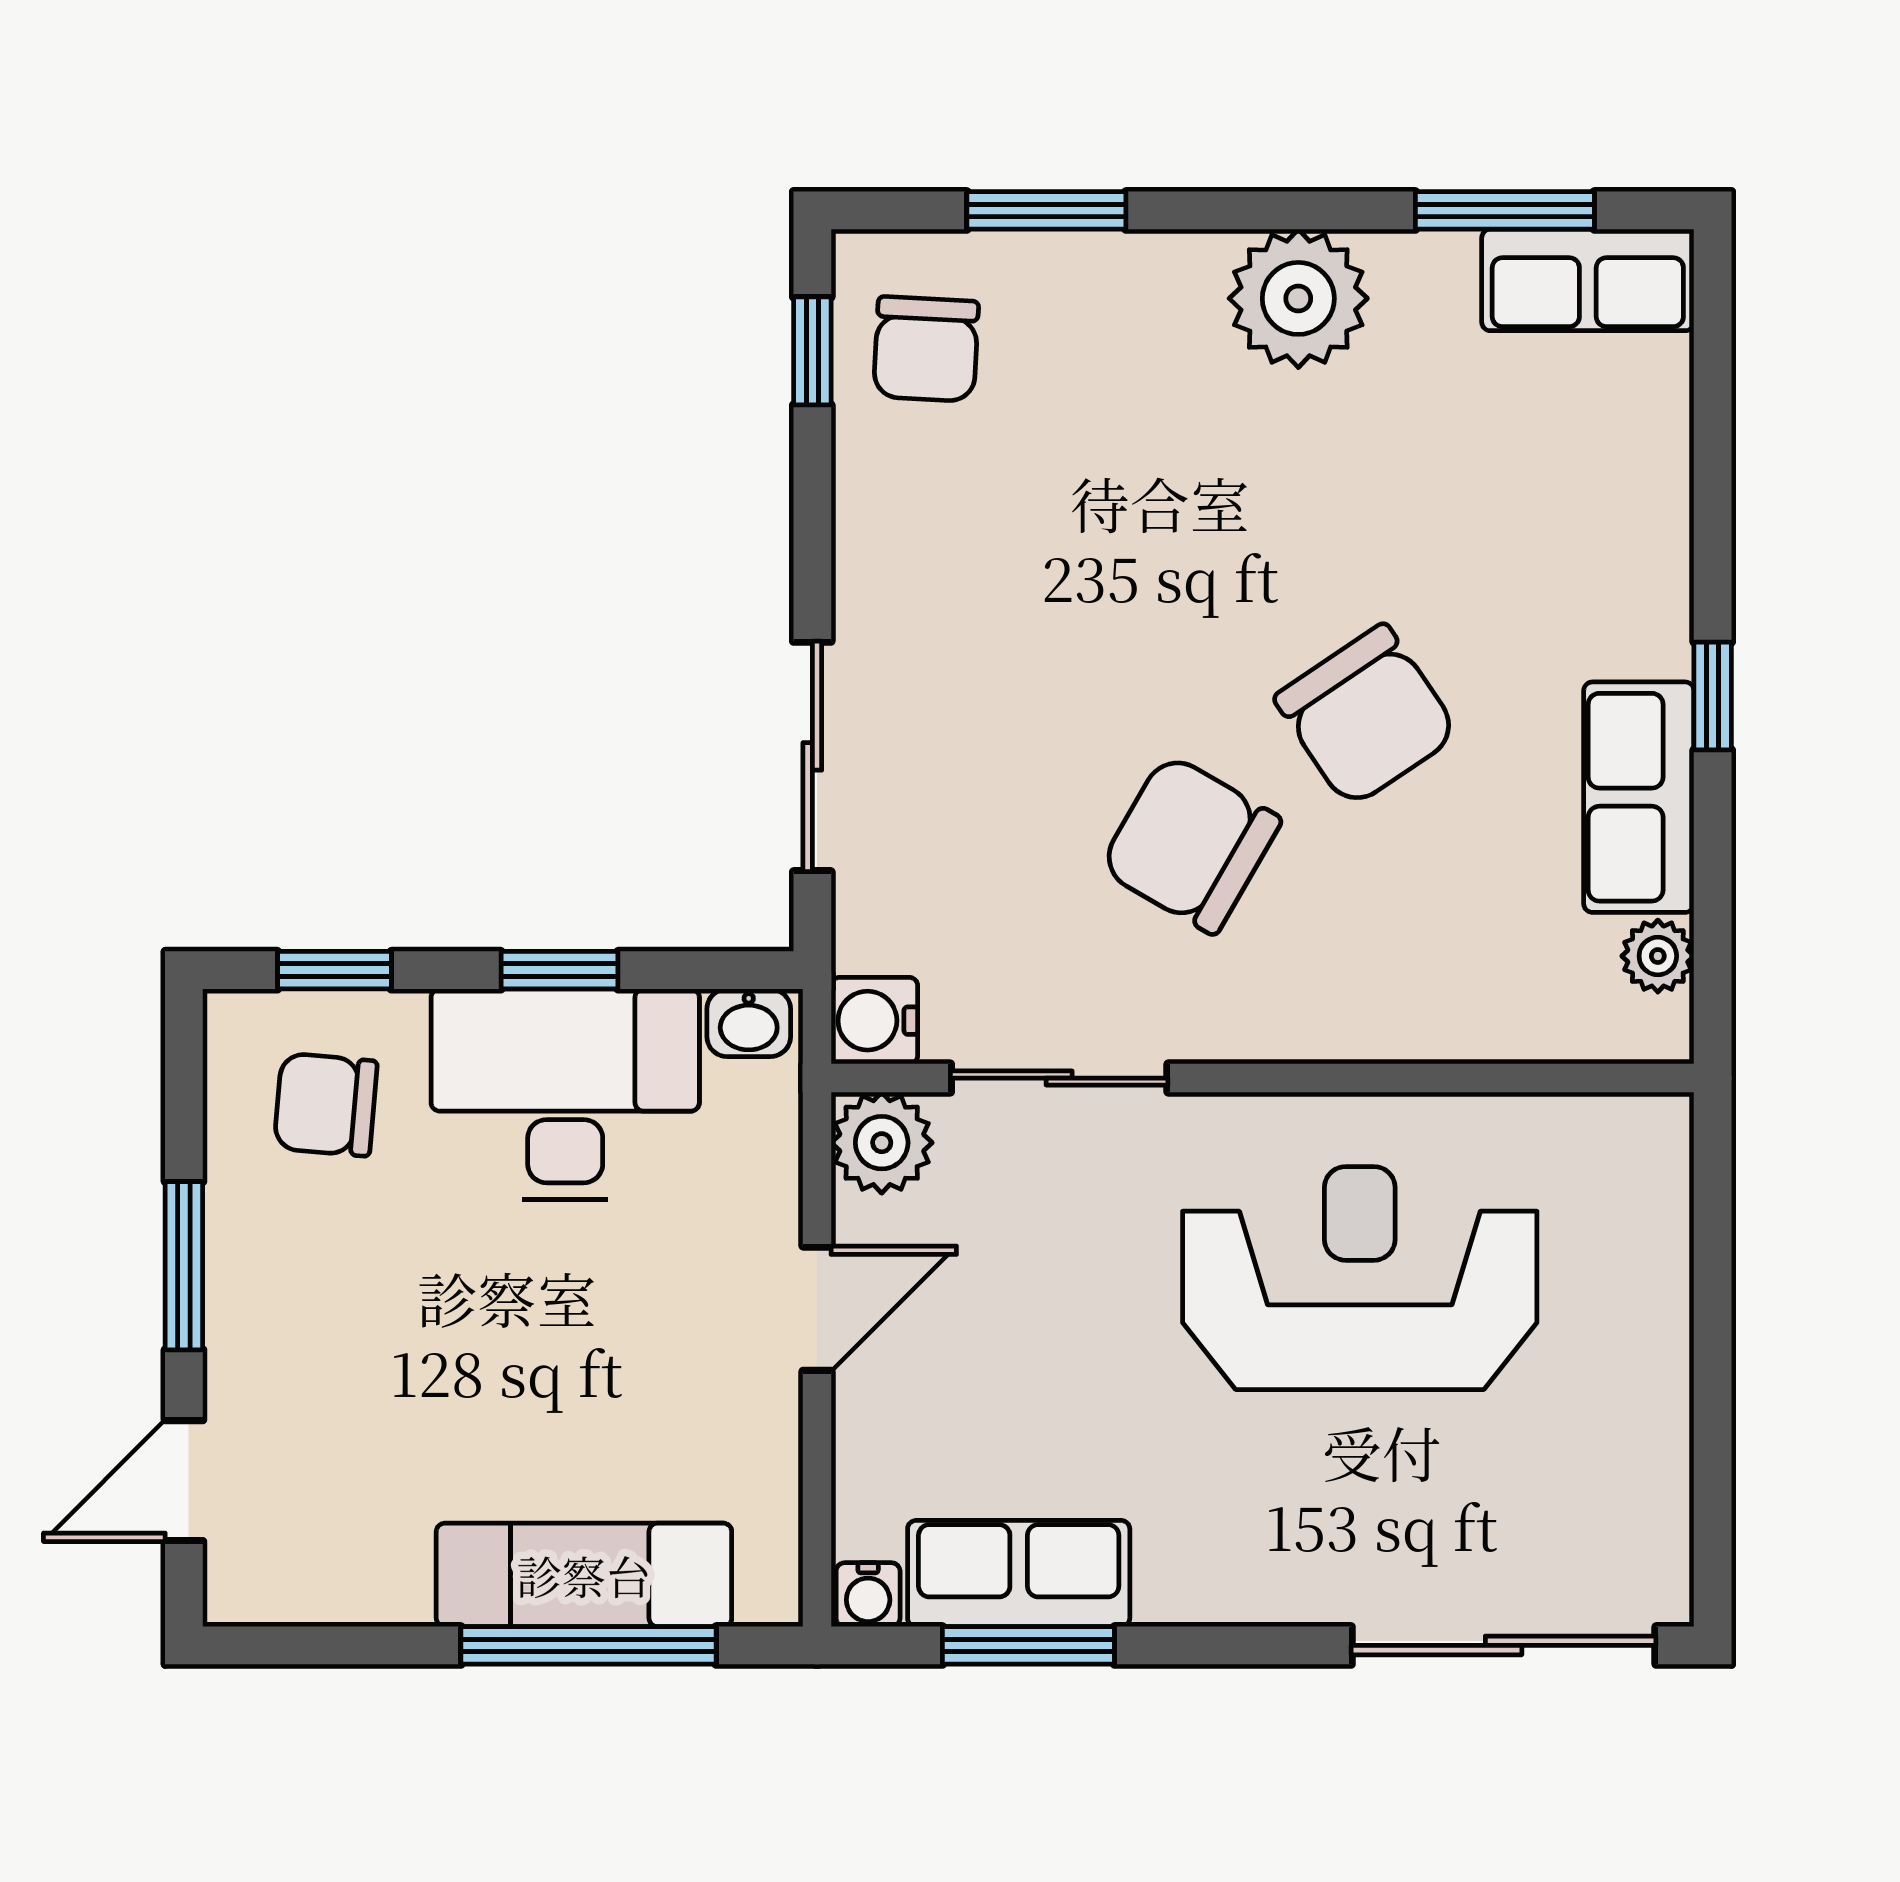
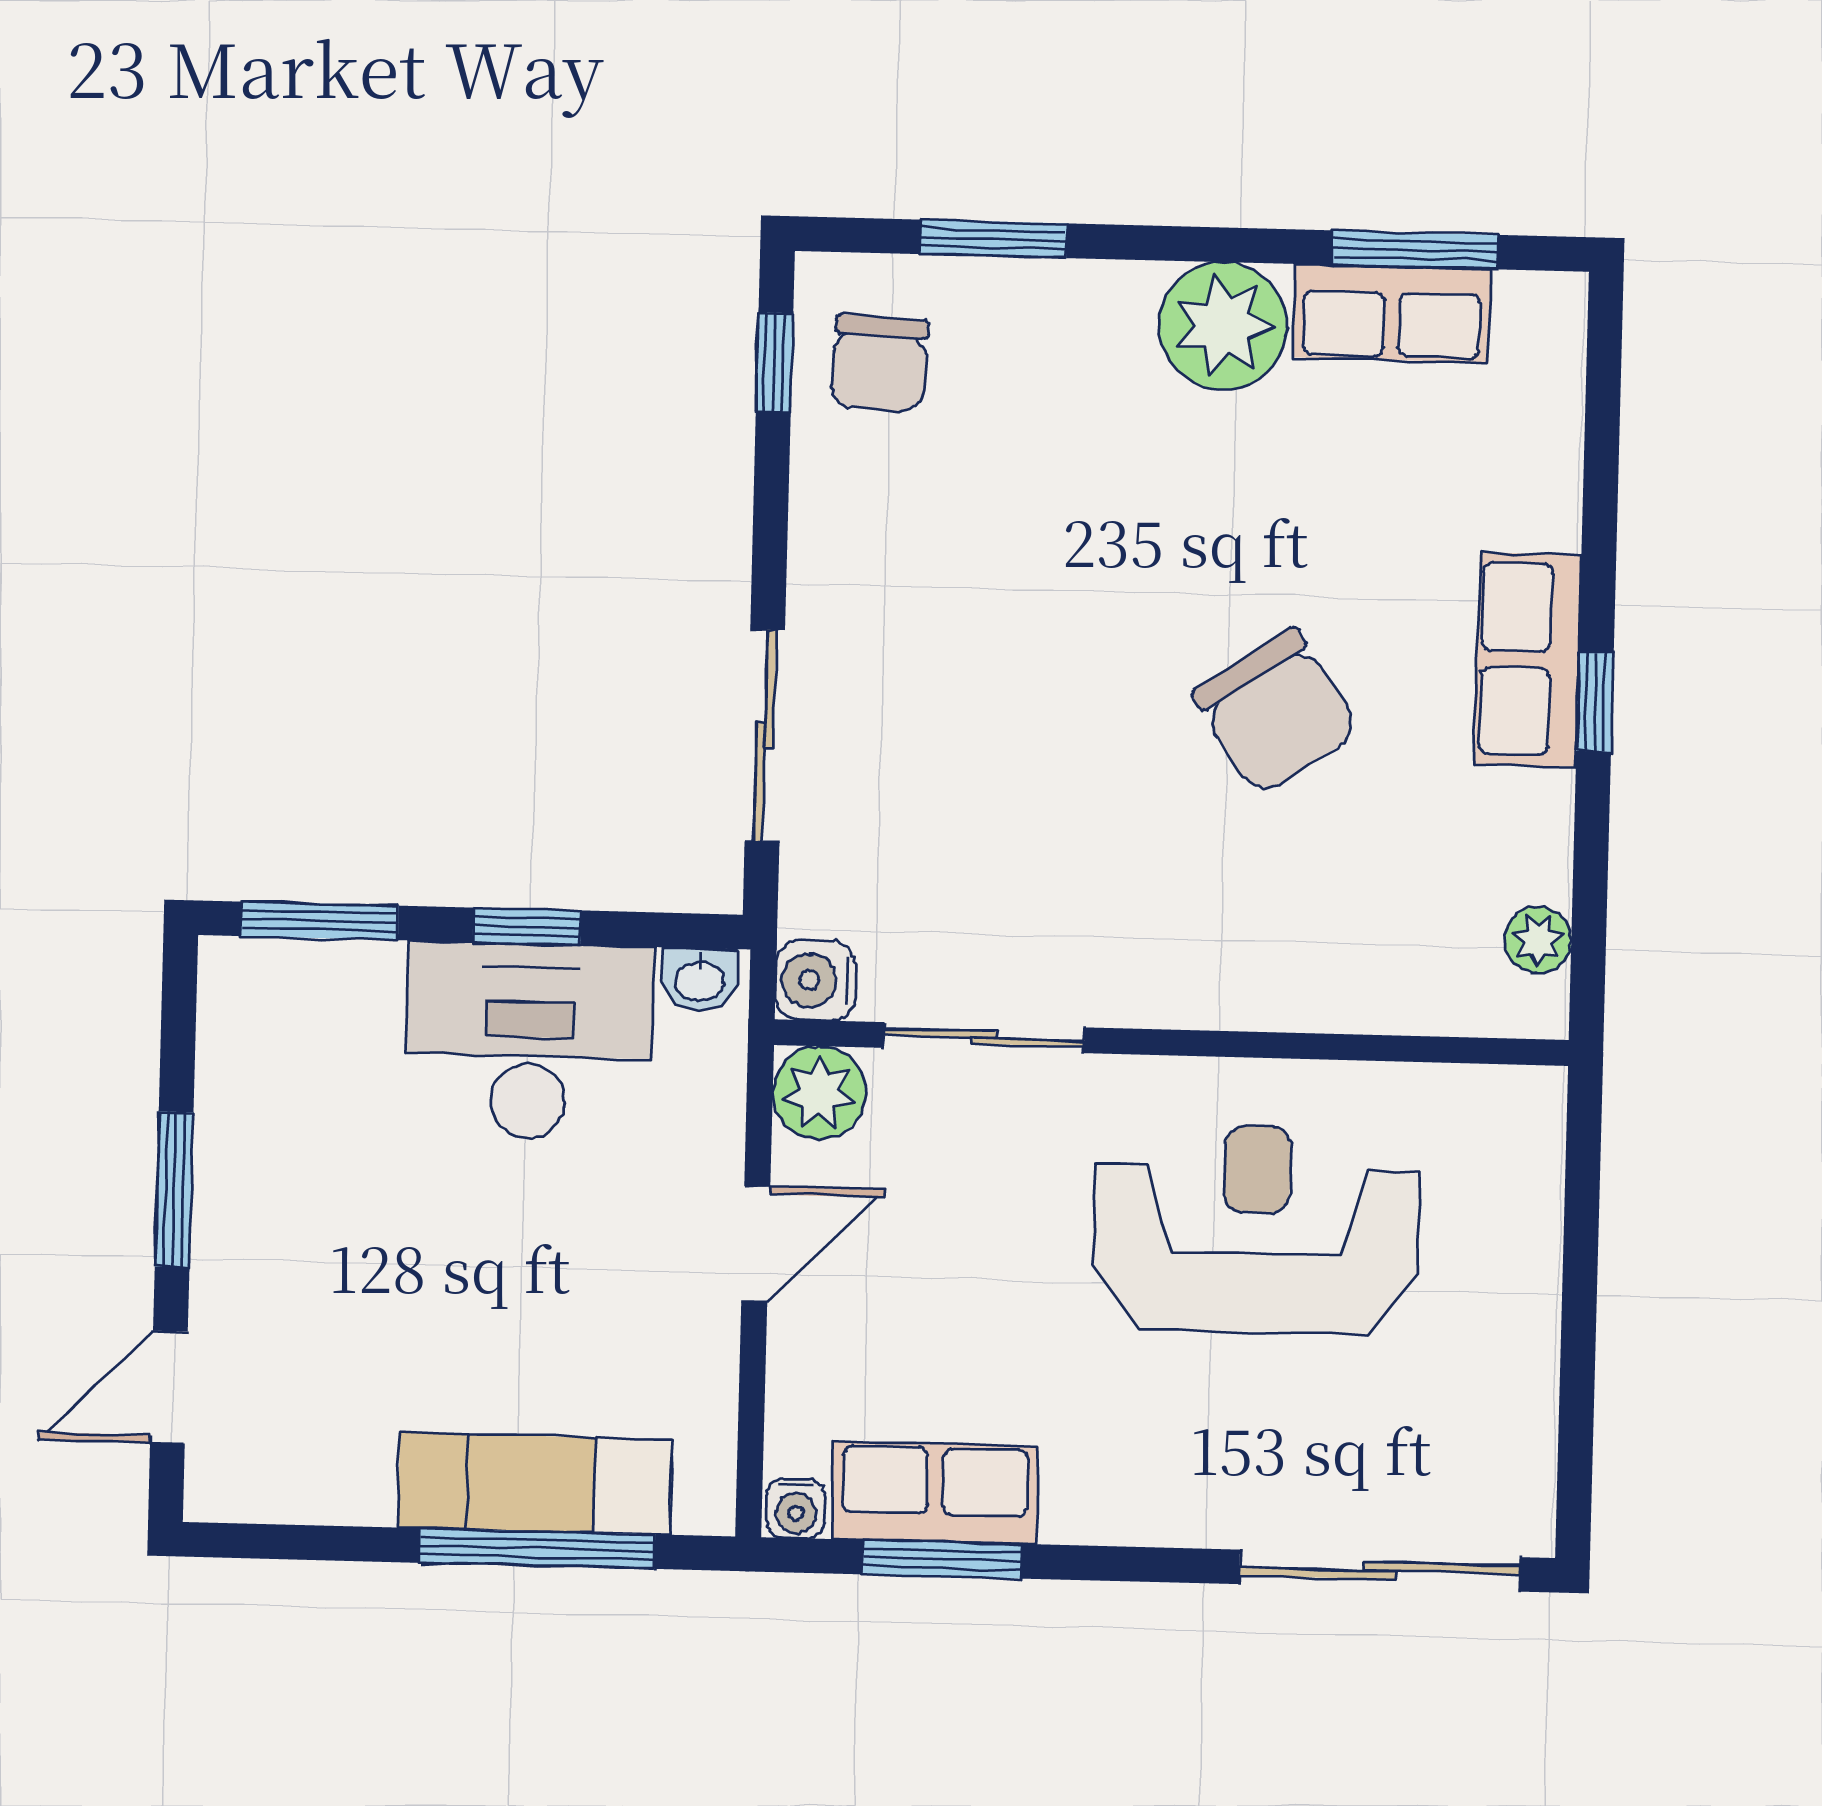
row of seats: (1588, 280) -> (1392, 313), moved
row of seats: (1639, 797) -> (1528, 660), moved
chair: (1190, 844) -> (1111, 825), removed
window: (334, 970) -> (320, 921), width x1.50
chair: (326, 1105) -> (308, 1045), removed

